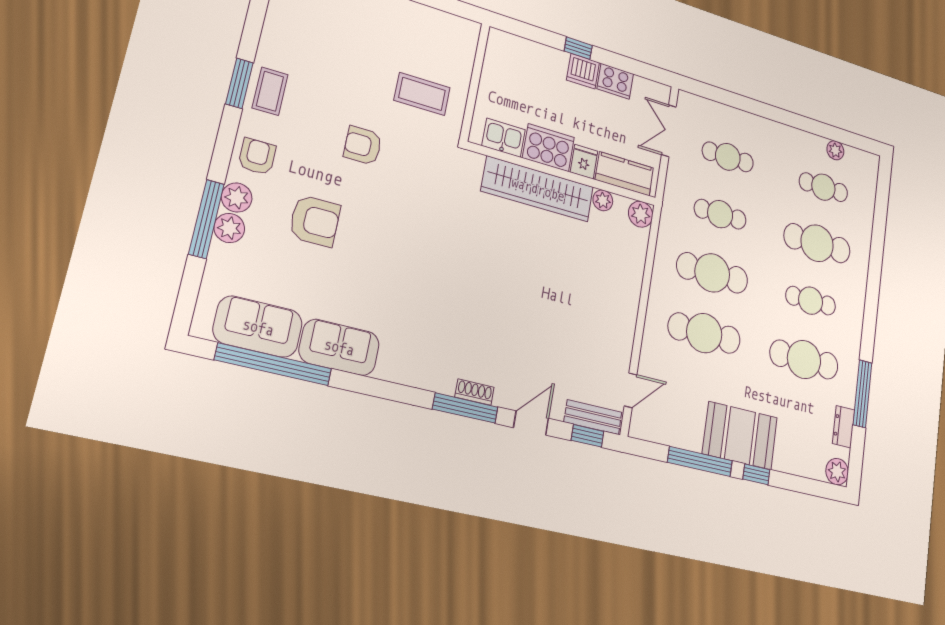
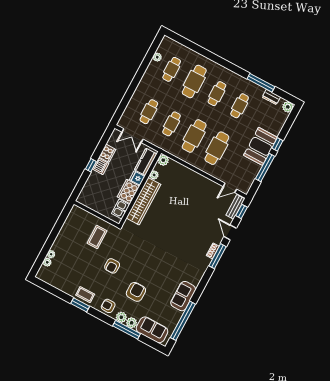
sofa: (258, 327) -> (152, 330), moved, turned 90
cafe table: (804, 359) -> (240, 106), width x0.73, depth x0.74
door: (631, 390) -> (230, 188), swing flipped

